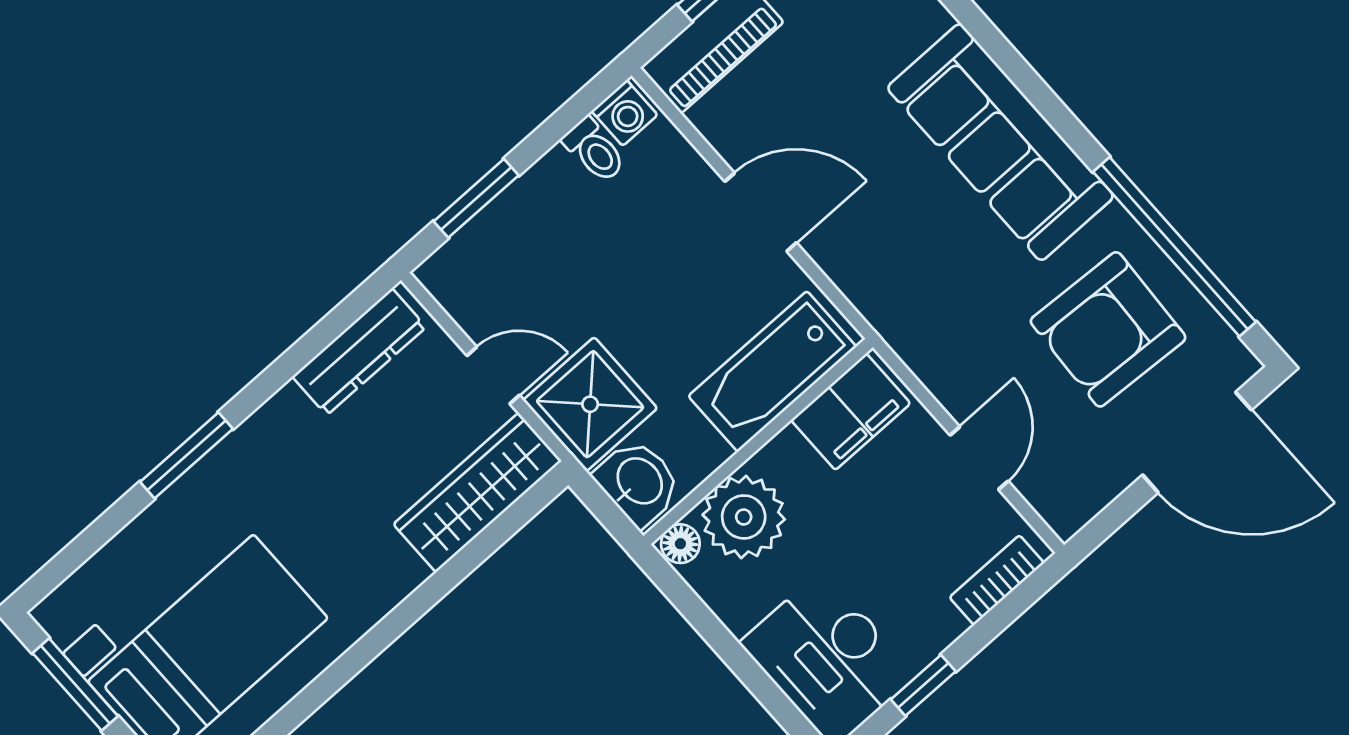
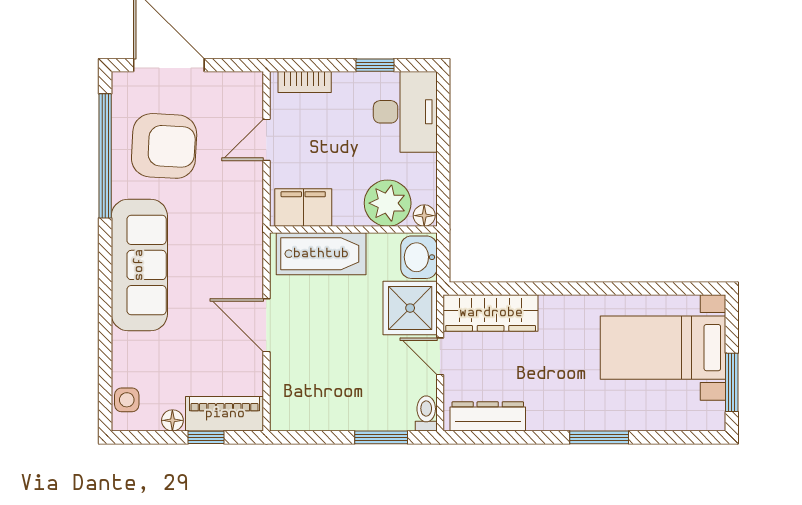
washing machine: (625, 113) -> (287, 418), removed
toilet: (594, 150) -> (426, 413), moved

